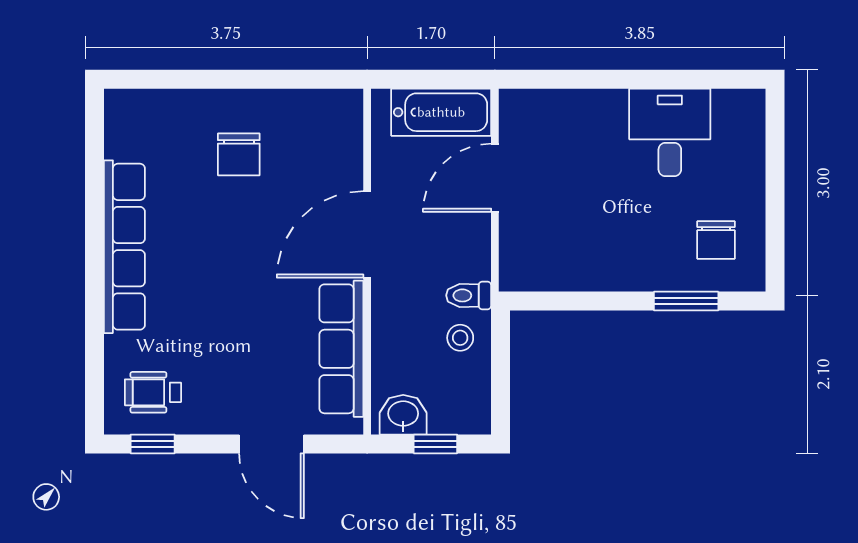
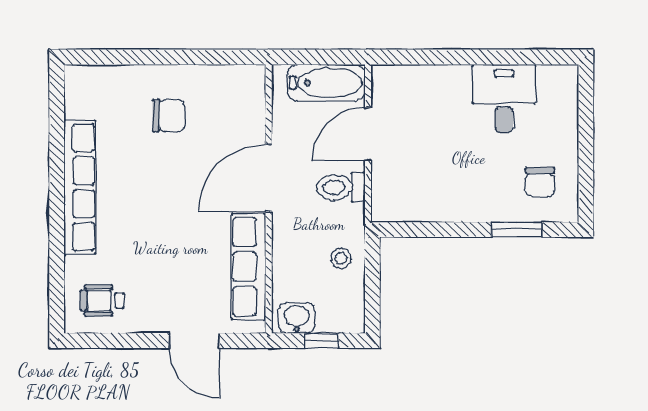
chair: (239, 154) -> (169, 116), turned -90
toilet: (469, 295) -> (341, 187), moved, width x1.37, depth x1.39
window: (153, 444) -> (102, 341), removed

